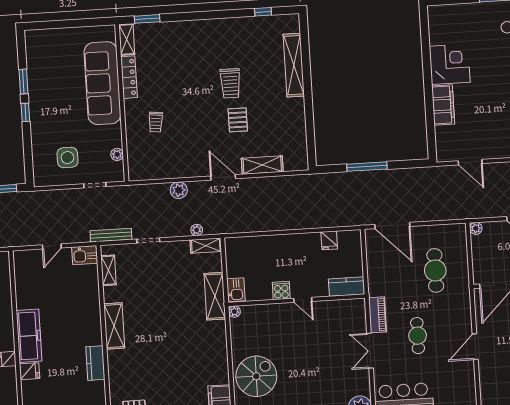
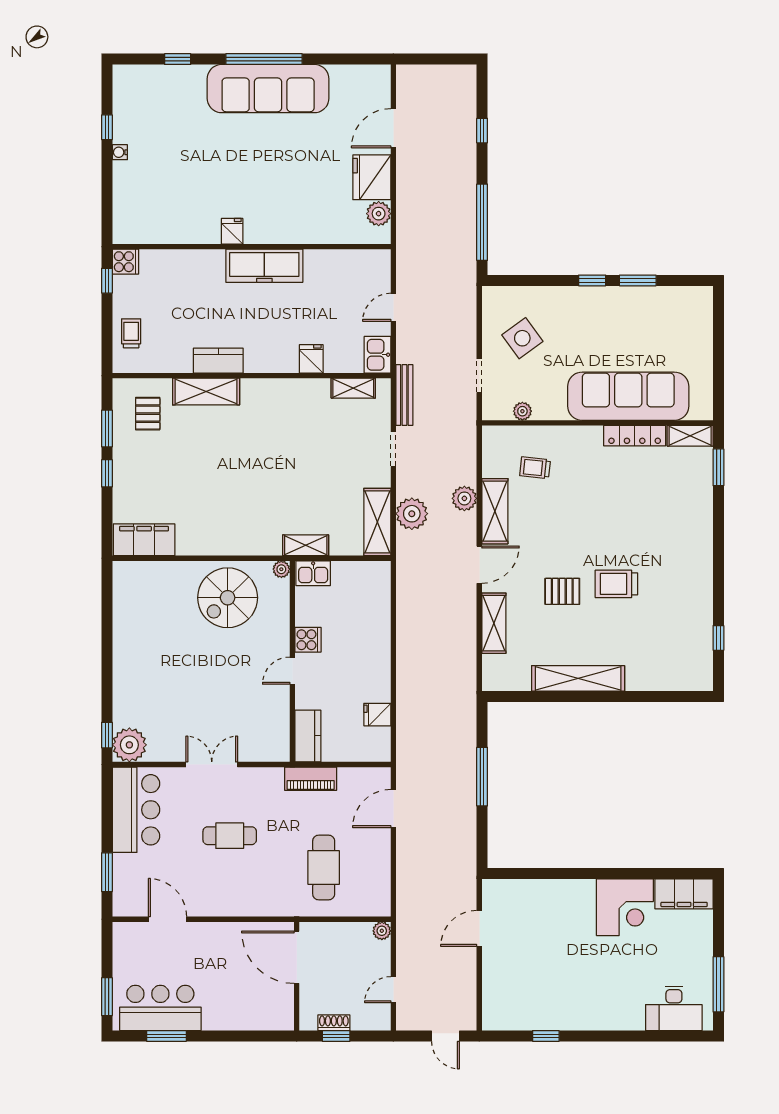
shelving: (294, 65) -> (578, 678), moved
filing cabinet: (443, 105) -> (684, 894), moved
trolley: (156, 122) -> (535, 468), moved
side table: (67, 158) -> (522, 338), turned -36
shelving: (186, 169) -> (495, 511), added
door: (392, 226) -> (393, 809), width x0.73
plant: (197, 230) -> (412, 514), width x1.88, depth x1.88
door: (52, 246) -> (393, 307), hinge flipped
shelving: (206, 246) -> (377, 522), width x1.50, depth x1.33
cafe table: (435, 270) -> (324, 867), turned 90
shelving: (215, 296) -> (306, 545), width x0.67, depth x0.75
piano: (377, 315) -> (311, 779), moved
shelving: (114, 326) -> (206, 392), moved
door: (475, 347) -> (167, 919), moved
fridge: (30, 371) -> (311, 359), moved, turned 180
spiral stairs: (256, 376) -> (228, 598), moved, turned 90

